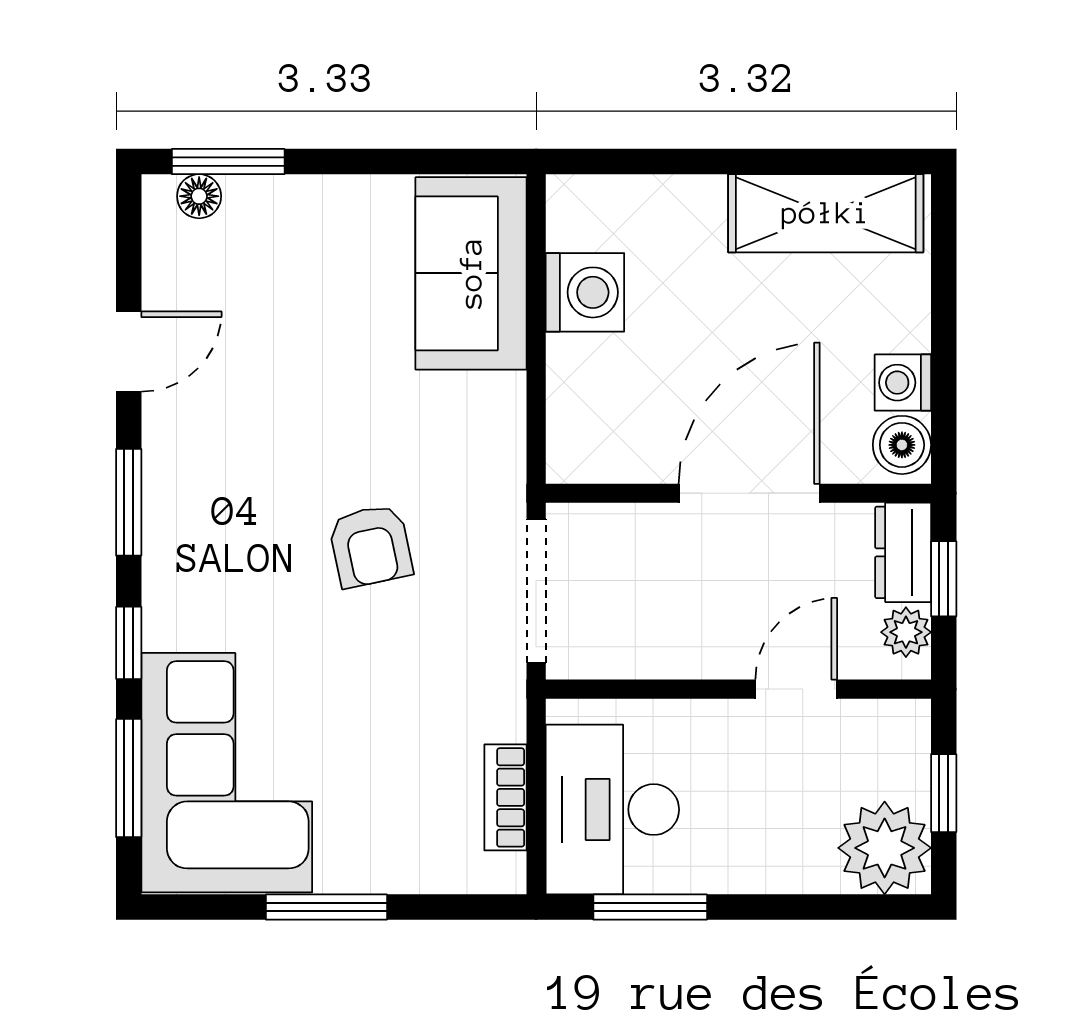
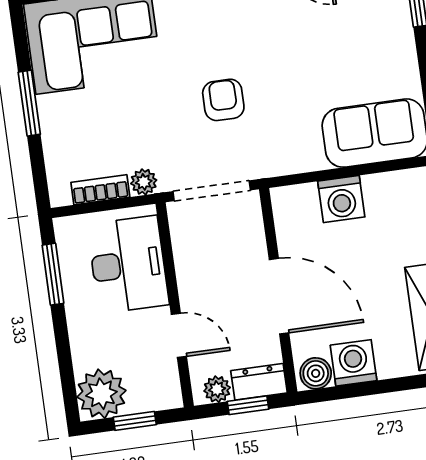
washing machine: (585, 292) -> (341, 199), moved
washing machine: (903, 383) -> (354, 363), width x1.38, depth x1.38
armchair: (371, 546) -> (223, 100), turned 102
plant: (502, 715) -> (144, 182), added
desk: (612, 810) -> (128, 265), moved, turned 90

